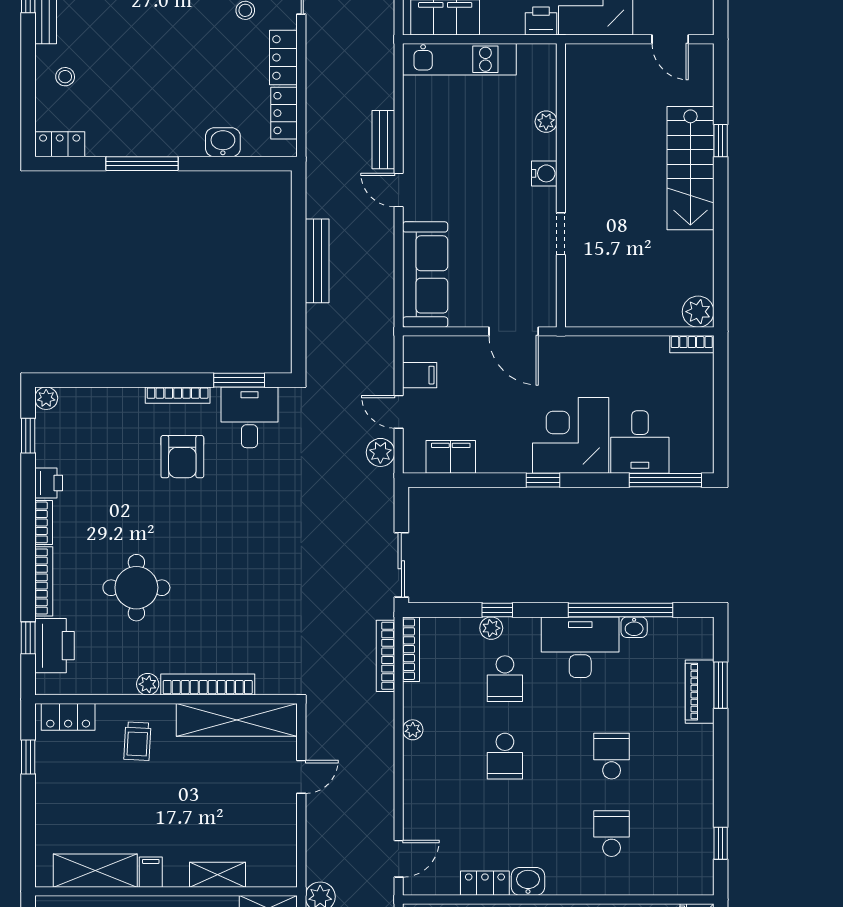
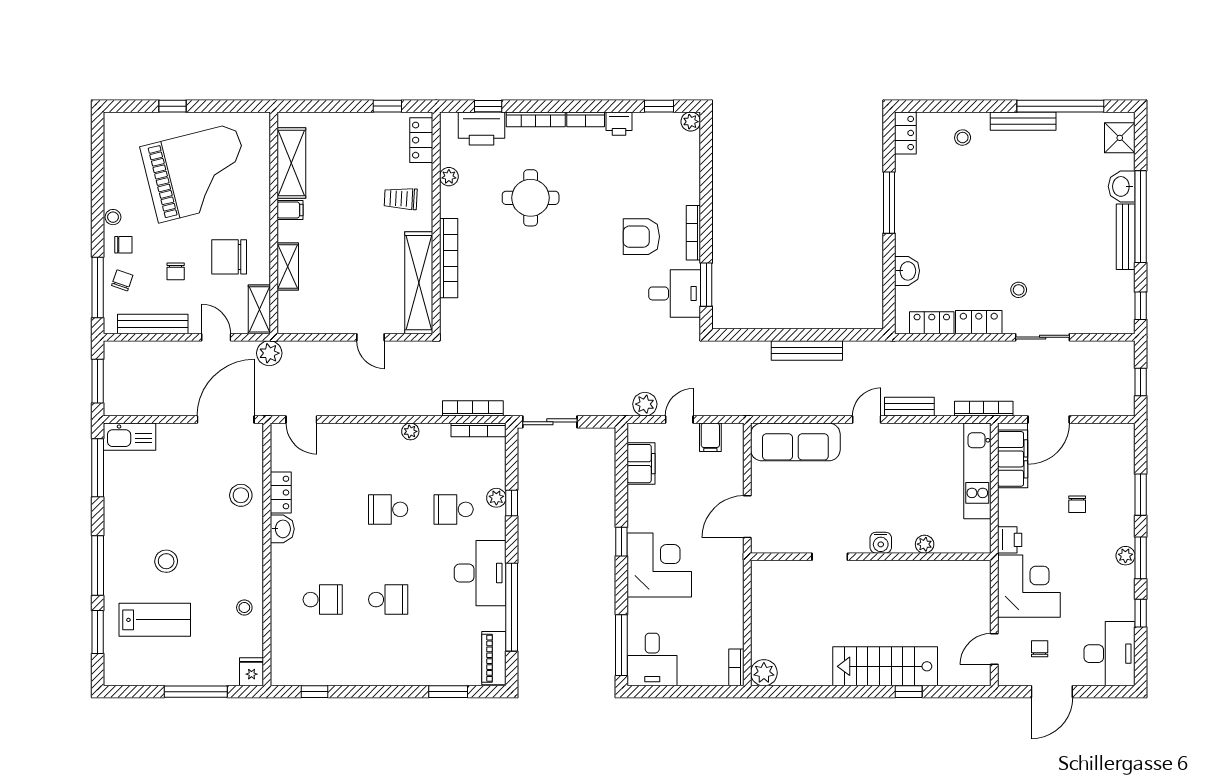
bookcase: (386, 52) -> (984, 409), added
desk: (640, 442) -> (652, 660), moved, turned -90
washbasin: (634, 627) -> (497, 619), removed
plant: (148, 684) -> (449, 177), moved
piano: (700, 692) -> (494, 658), moved, turned -90

